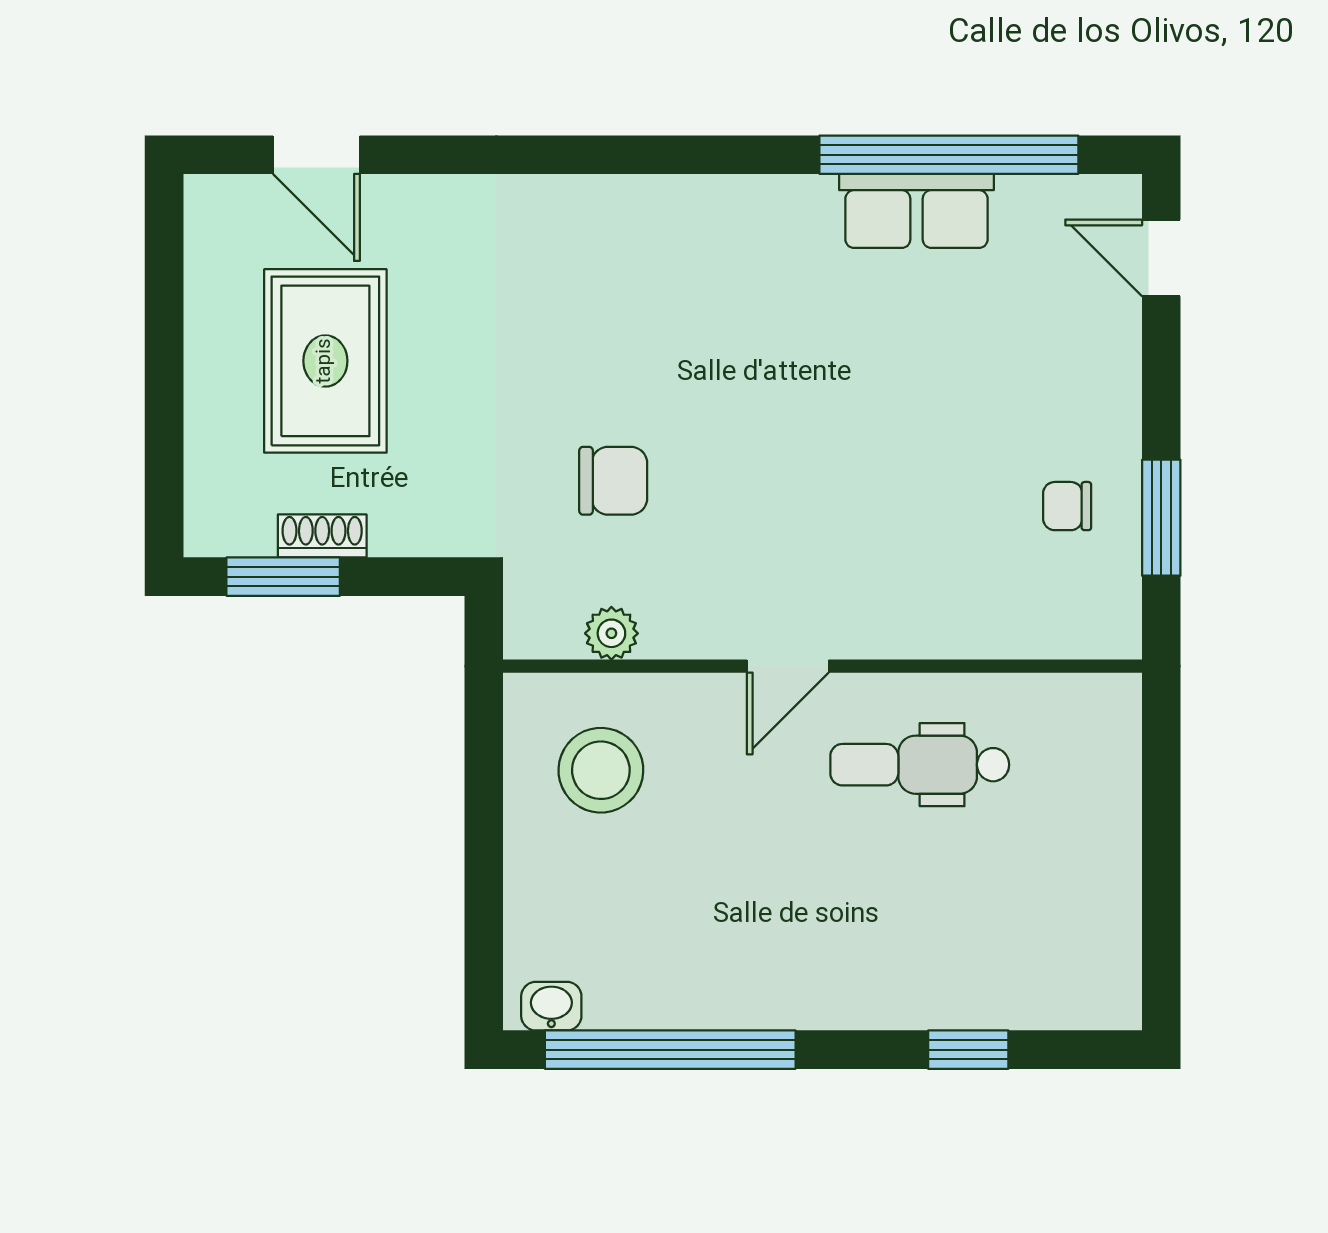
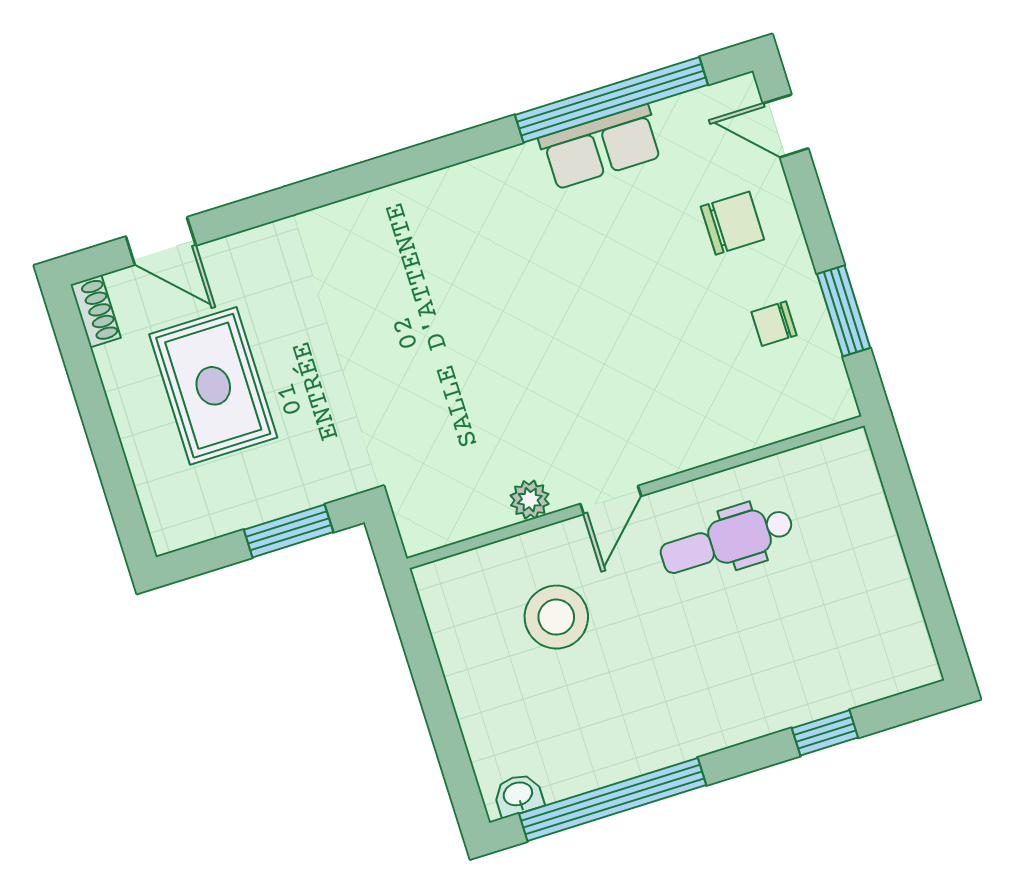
chair: (613, 481) -> (732, 223), moved
shoe rack: (322, 536) -> (96, 311), moved, turned 90
window: (283, 577) -> (289, 531), moved
plant: (611, 633) -> (530, 500), moved
stool: (601, 770) -> (556, 617), moved

